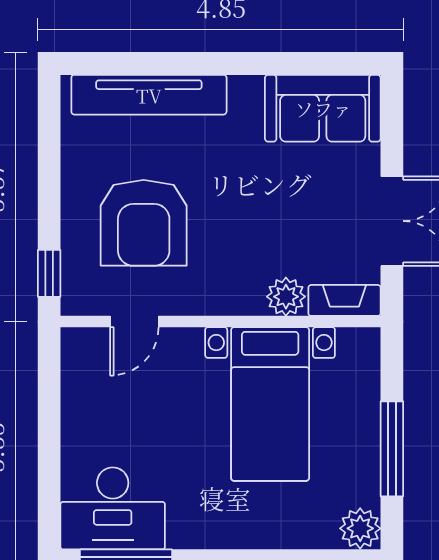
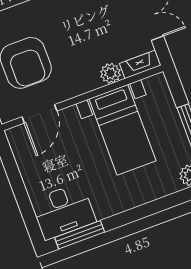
door: (134, 322) -> (39, 114), width x1.38

